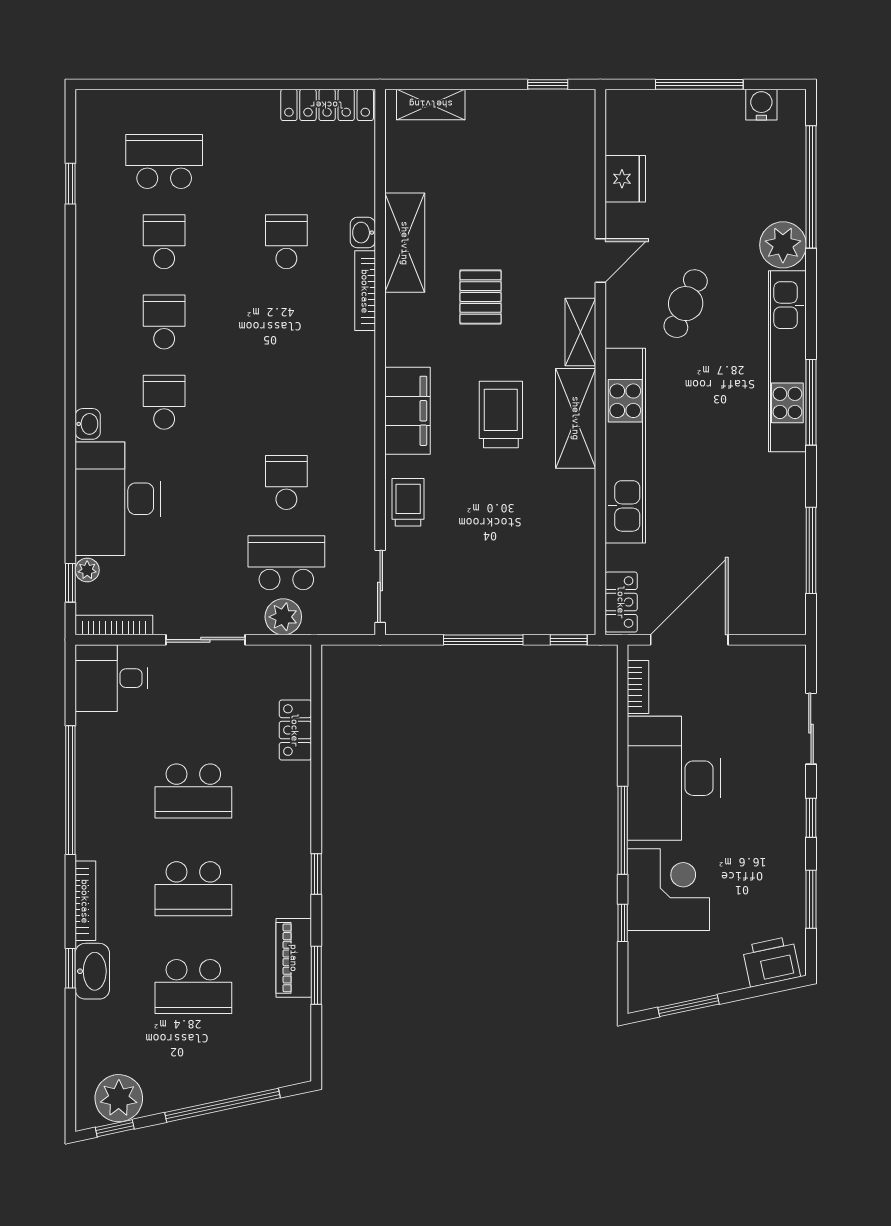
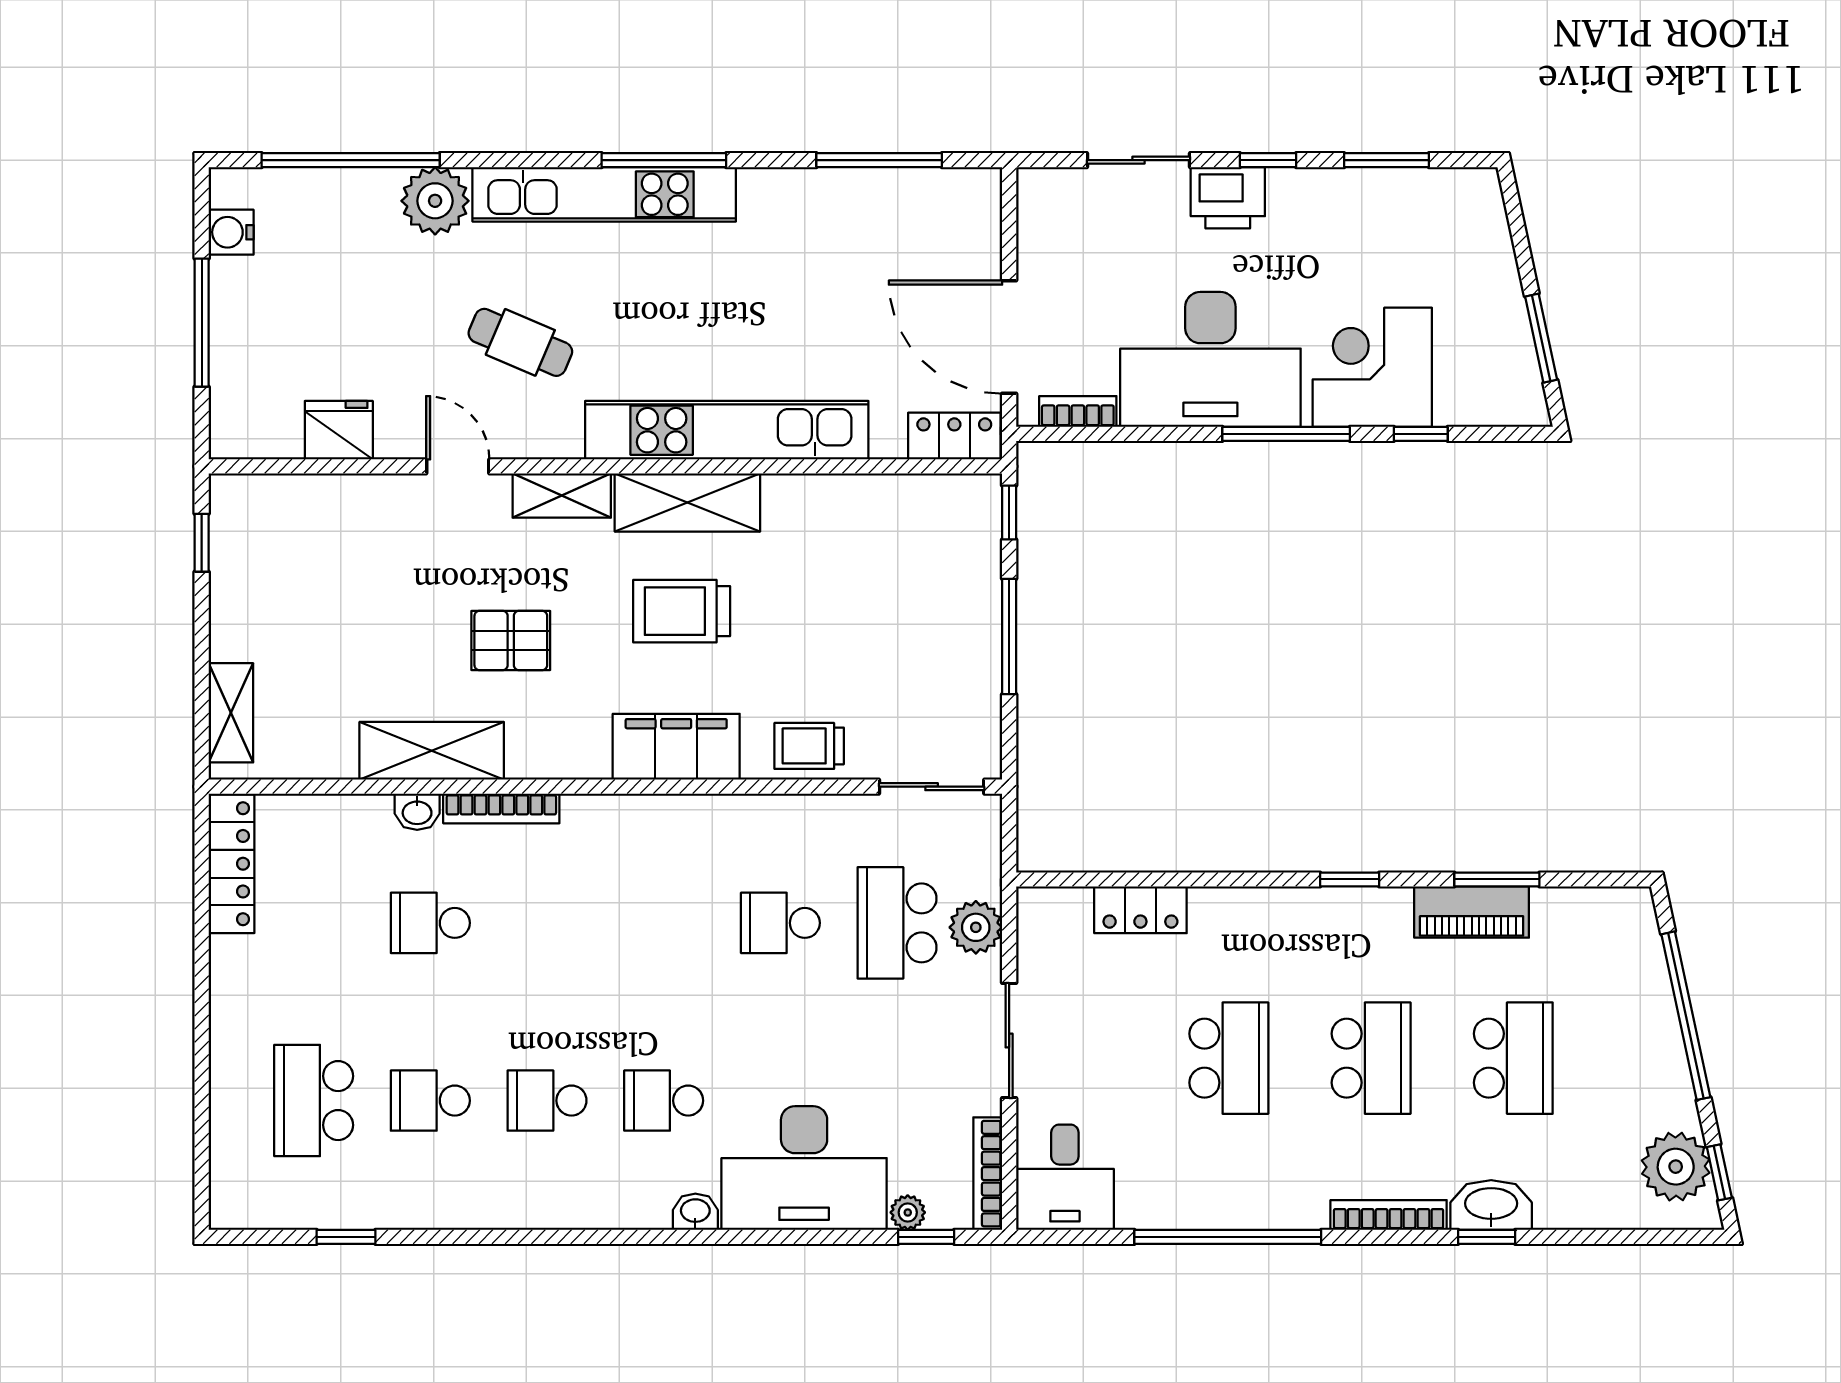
printer: (771, 961) -> (1228, 198), moved, turned -78

